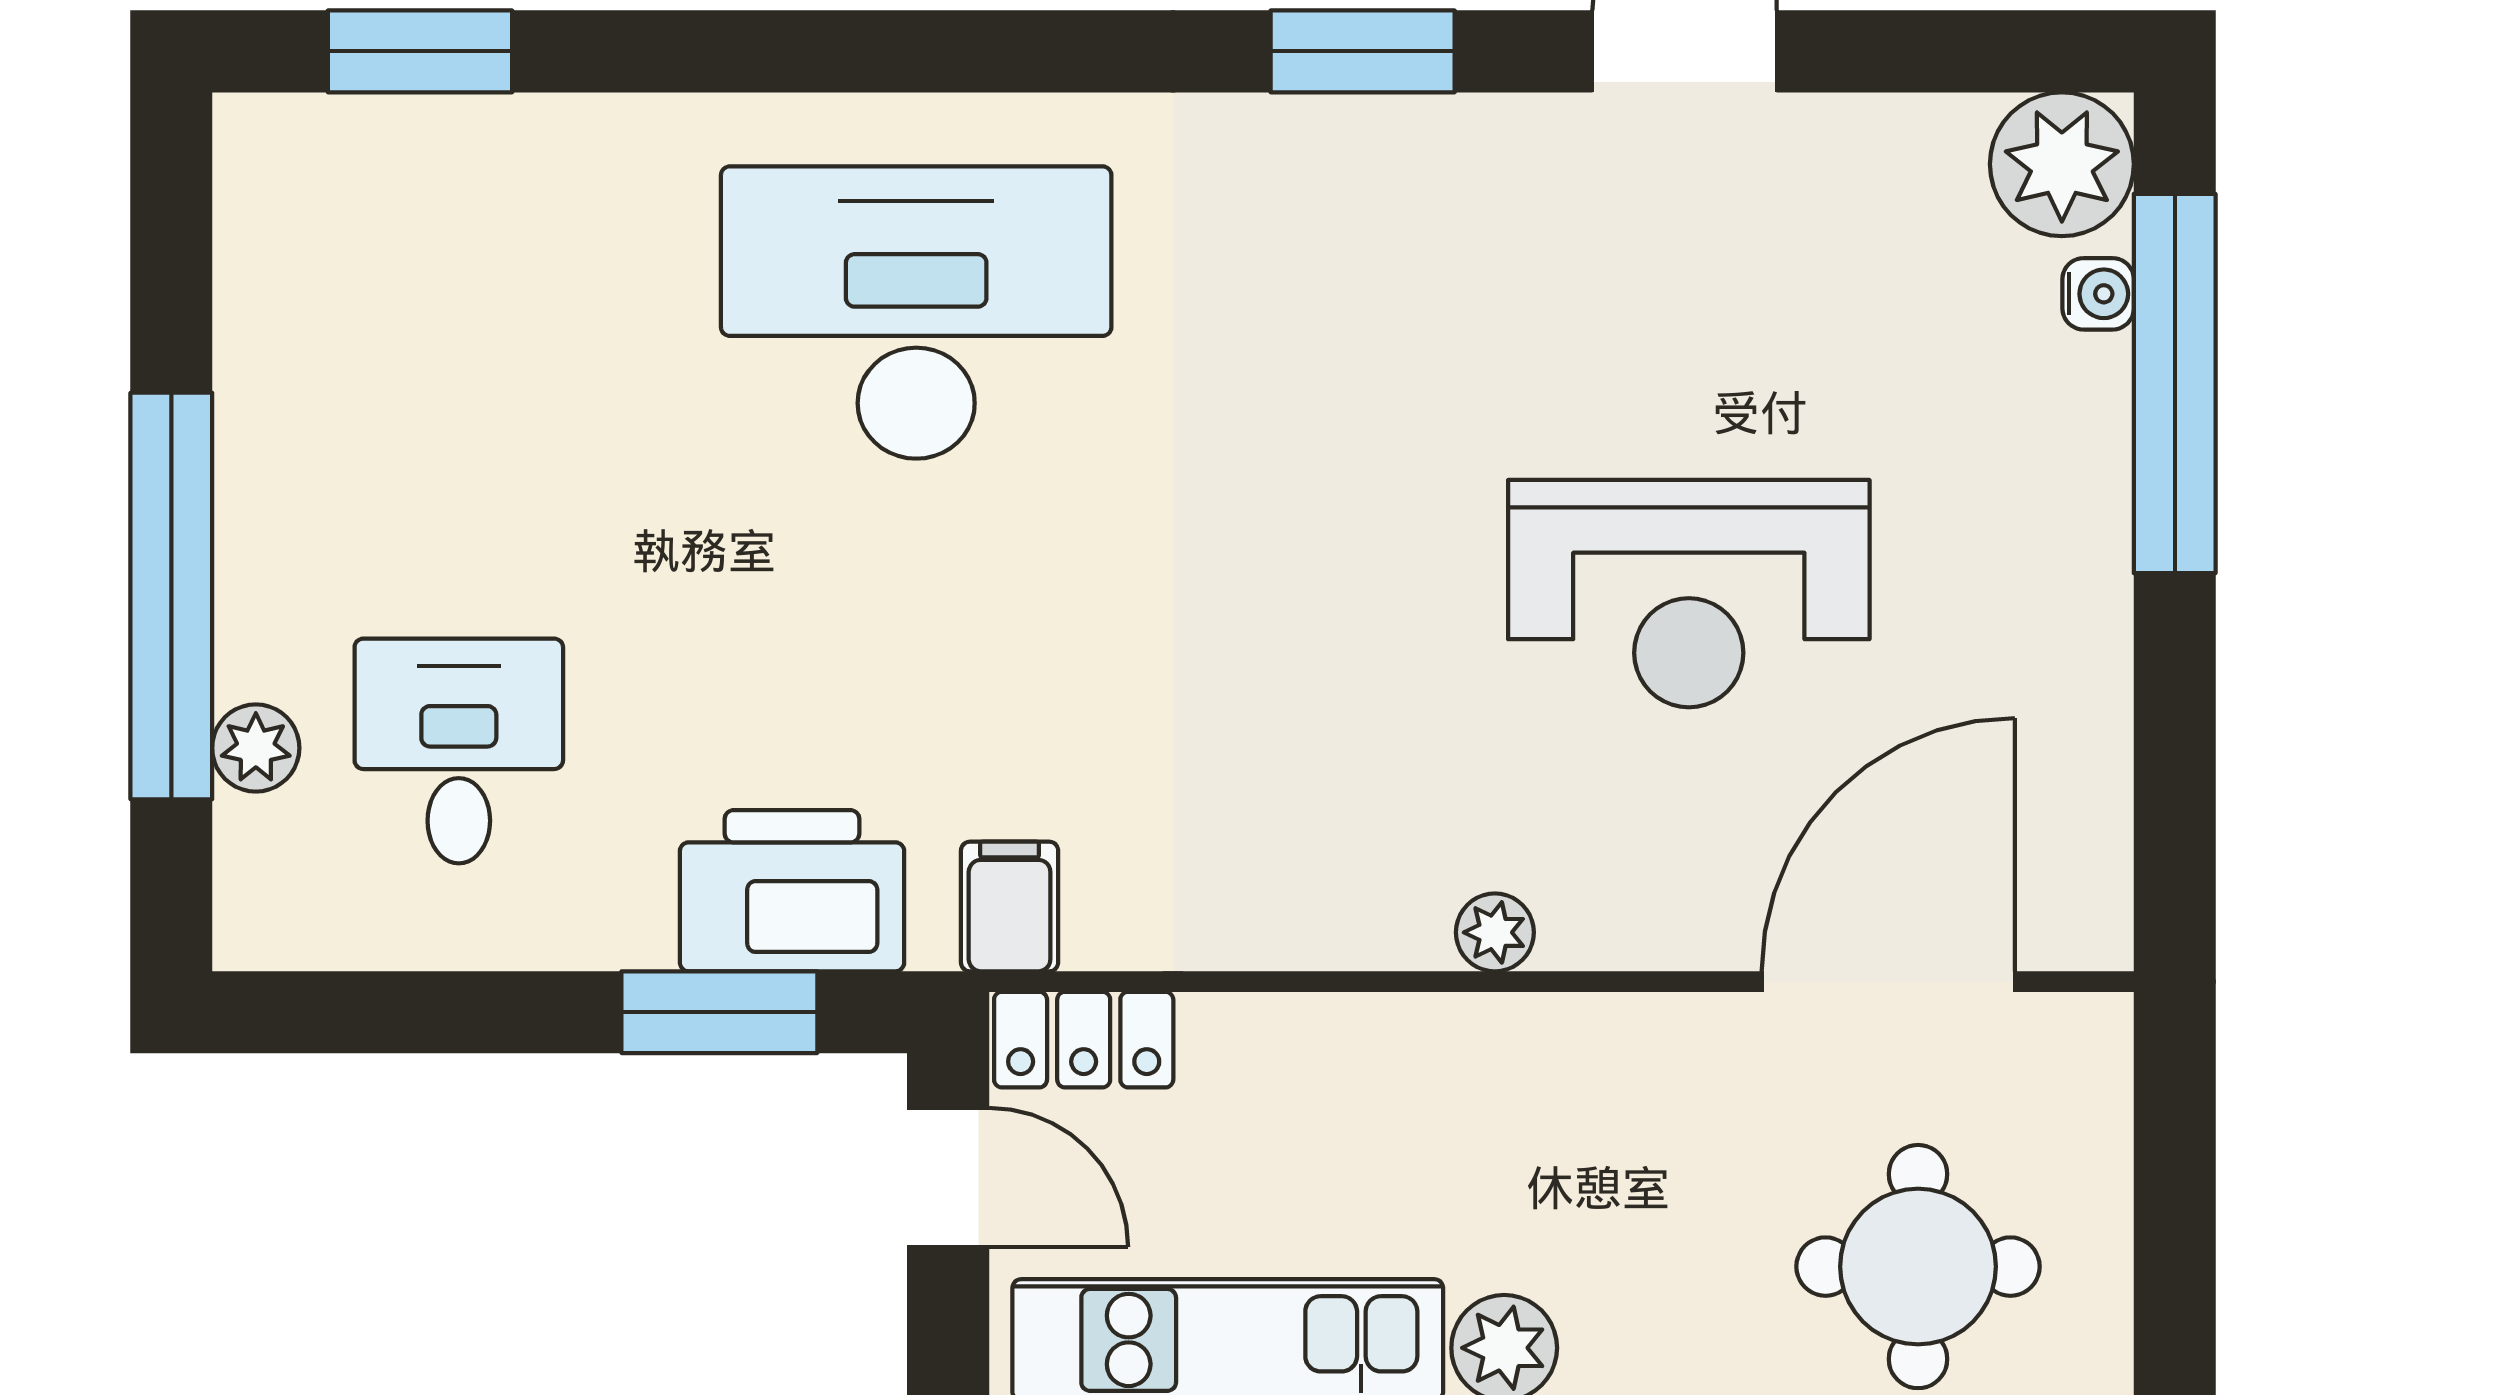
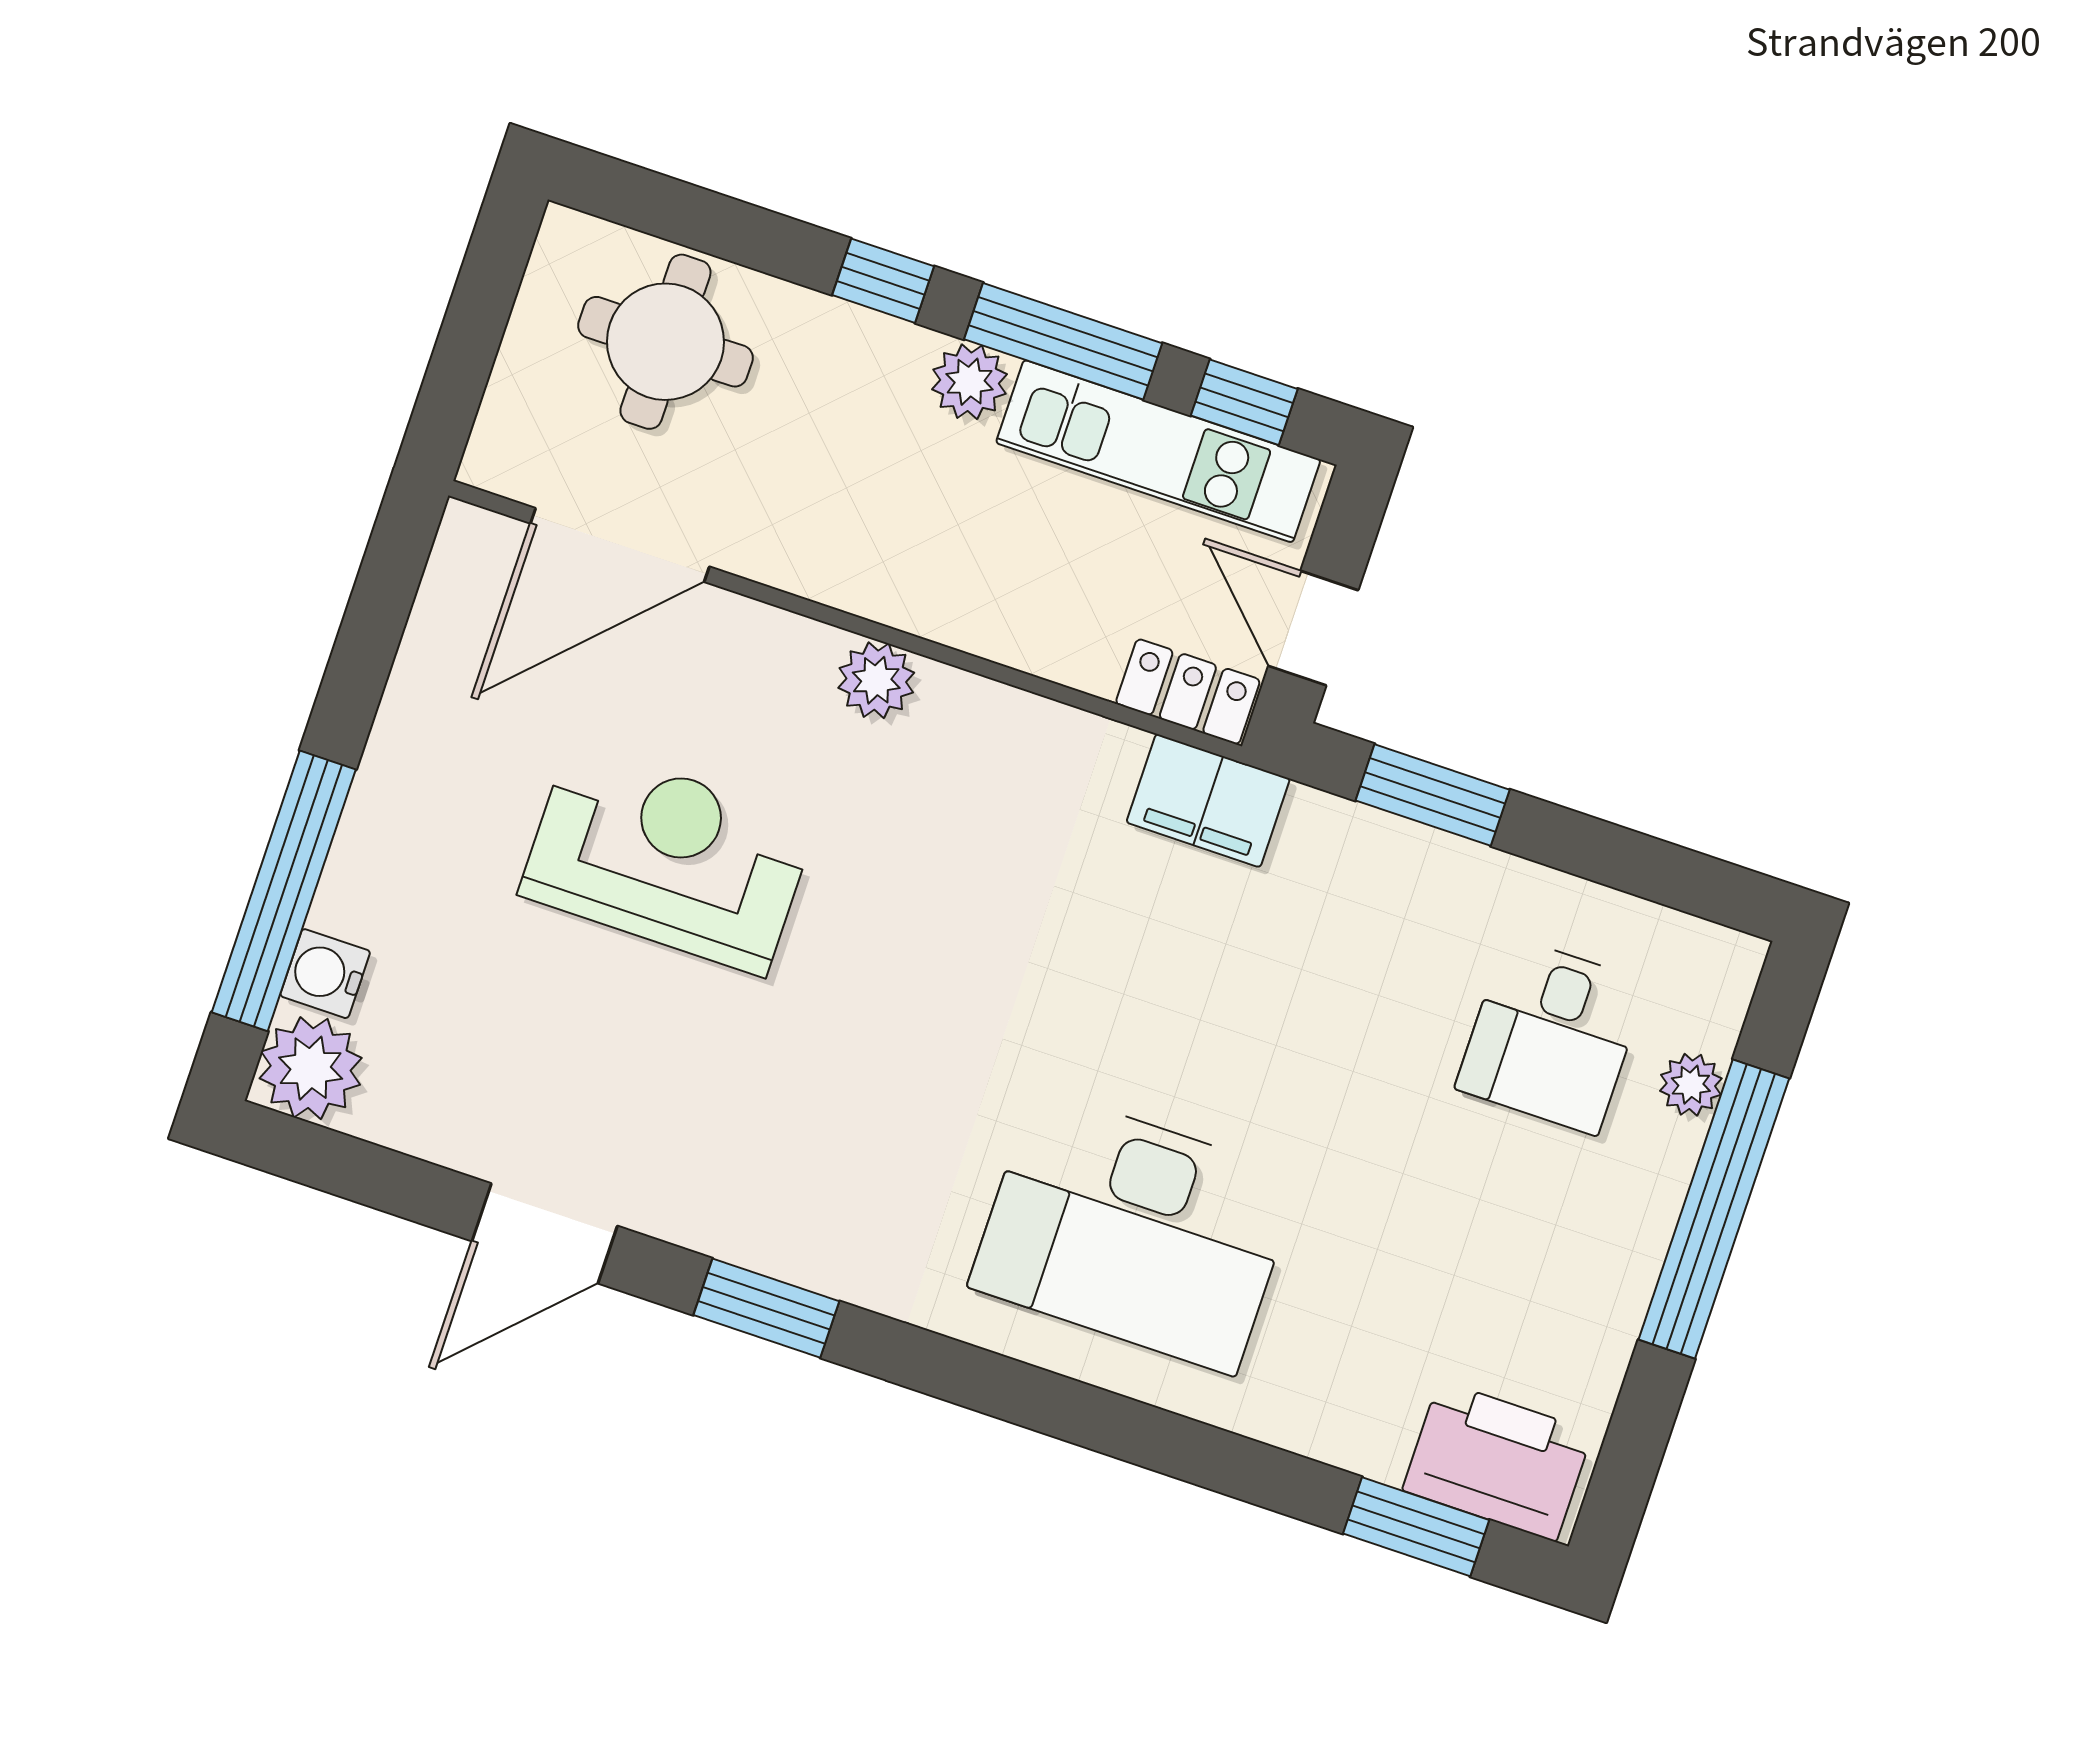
water cooler: (2098, 294) -> (325, 974), width x1.38, depth x1.38
printer: (792, 891) -> (1498, 1461), moved, turned 180
filing cabinet: (1010, 907) -> (1208, 801), width x2.00
plant: (1495, 932) -> (876, 680), width x1.38, depth x1.38

